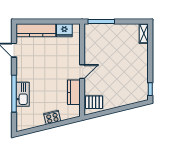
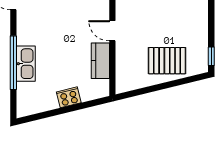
door: (82, 72) -> (112, 31), swing flipped
pallet: (94, 102) -> (167, 61), moved, width x1.50, depth x1.42

